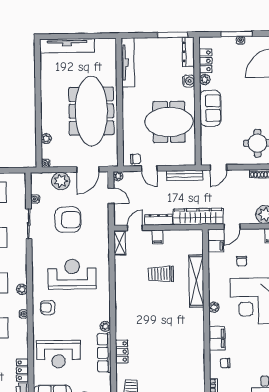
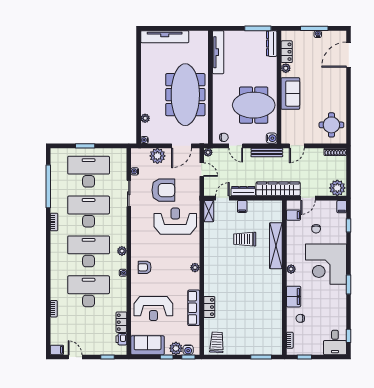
water cooler: (189, 81) -> (272, 138), moved
reception desk: (72, 274) -> (175, 221), moved
plant: (105, 326) -> (195, 268), moved

